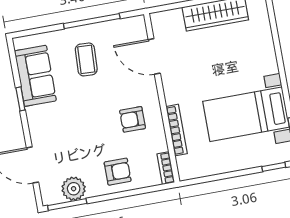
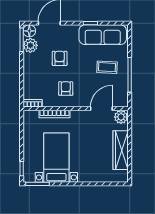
plant: (162, 22) -> (121, 117), added
sofa: (35, 76) -> (103, 35), width x1.36
armchair: (118, 172) -> (60, 58), moved, turned 180
floor lamp: (51, 195) -> (29, 31), added

